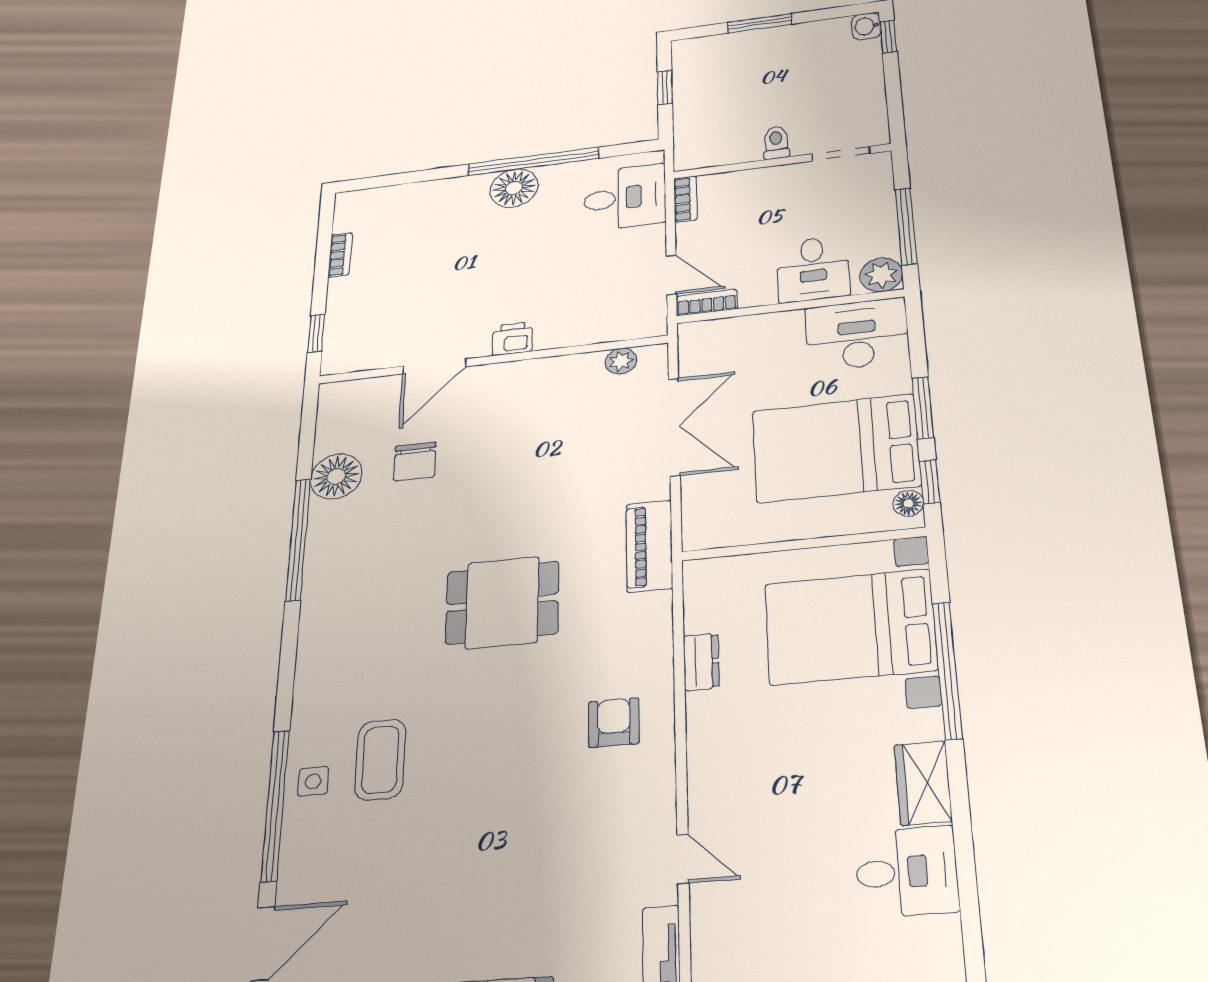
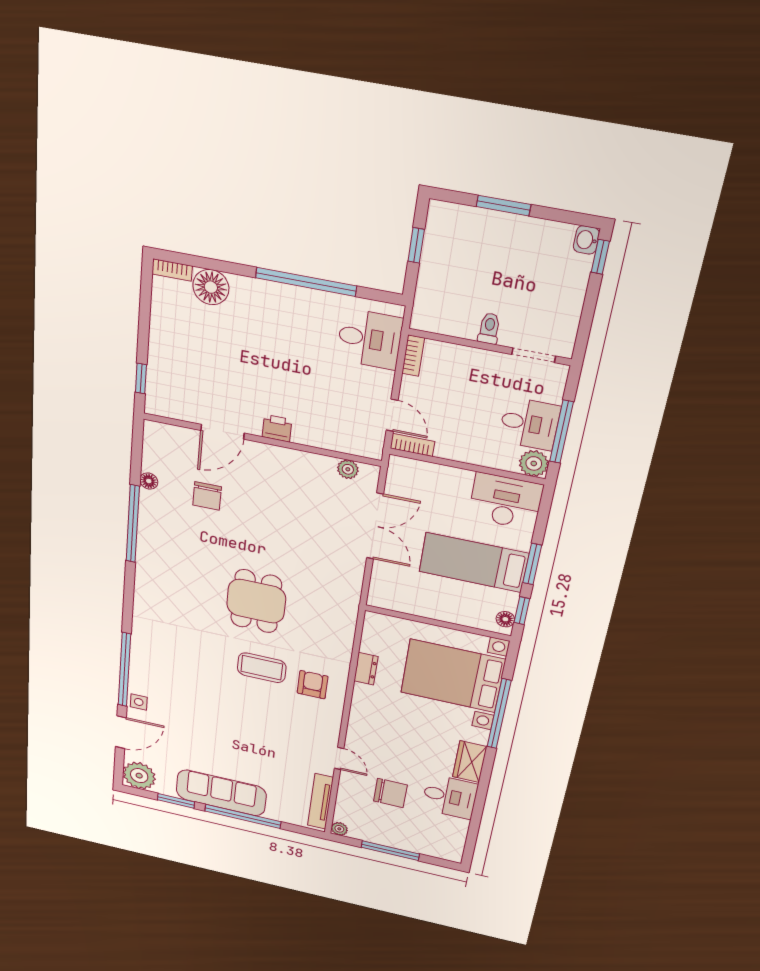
floor lamp: (514, 188) -> (211, 287), moved
bookcase: (340, 255) -> (172, 270), moved, turned 90
desk: (813, 269) -> (529, 424), moved, turned -90
bed: (836, 448) -> (474, 562), width x0.67
floor lamp: (336, 476) -> (149, 481), width x0.53, depth x0.53
piano: (649, 546) -> (347, 596), removed
dining table: (502, 603) -> (256, 601), turned 90
coffee table: (380, 760) -> (262, 668), moved, turned 90
side table: (313, 781) -> (139, 702), moved
chair: (793, 903) -> (390, 793), added

